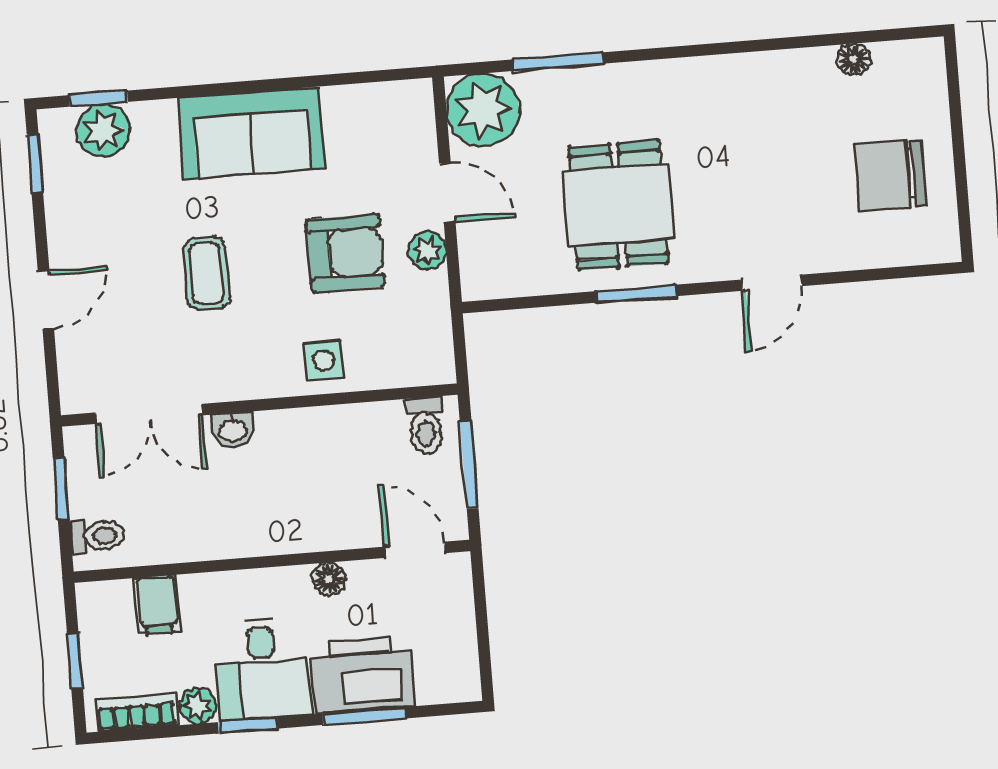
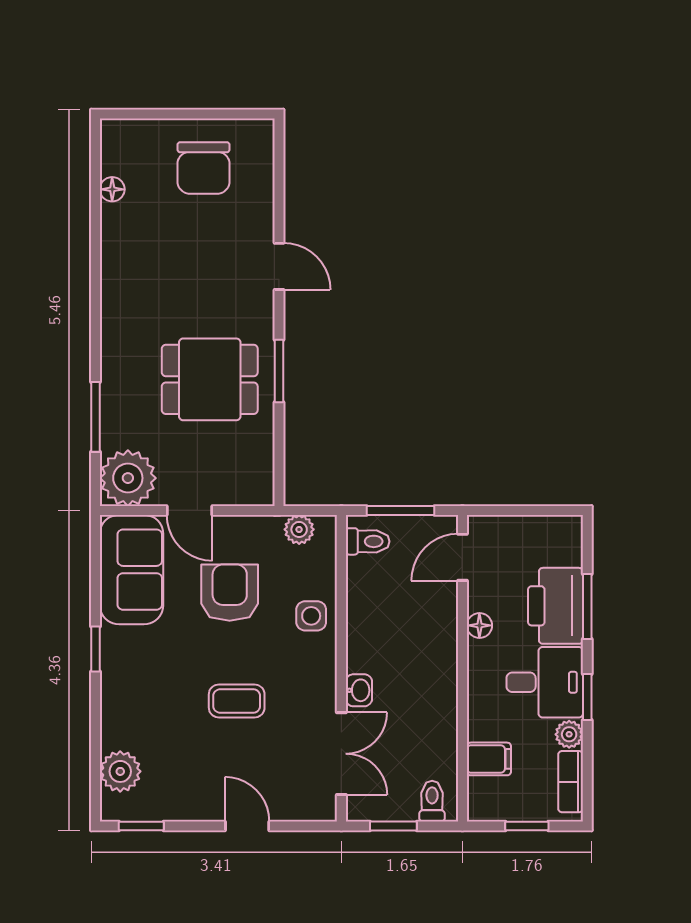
window: (98, 99) -> (95, 649), moved
sofa: (251, 133) -> (132, 570), moved
door: (447, 193) -> (189, 510), swing flipped
plant: (427, 251) -> (299, 529), moved

